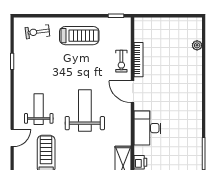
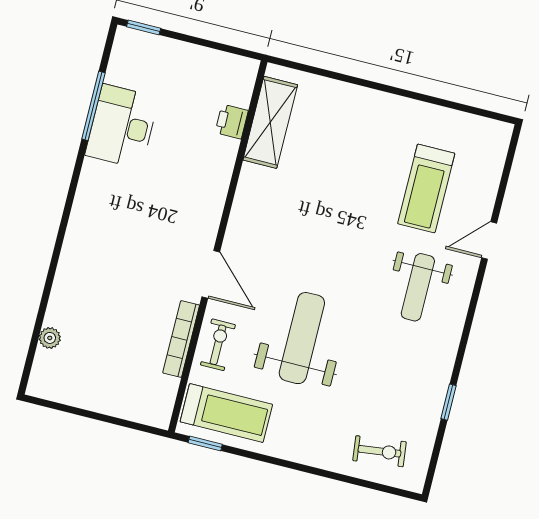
treadmill: (79, 36) -> (226, 413), moved, turned 180
weight bench: (85, 111) -> (302, 338), moved, turned 180
desk: (147, 128) -> (122, 126), moved, turned 180

